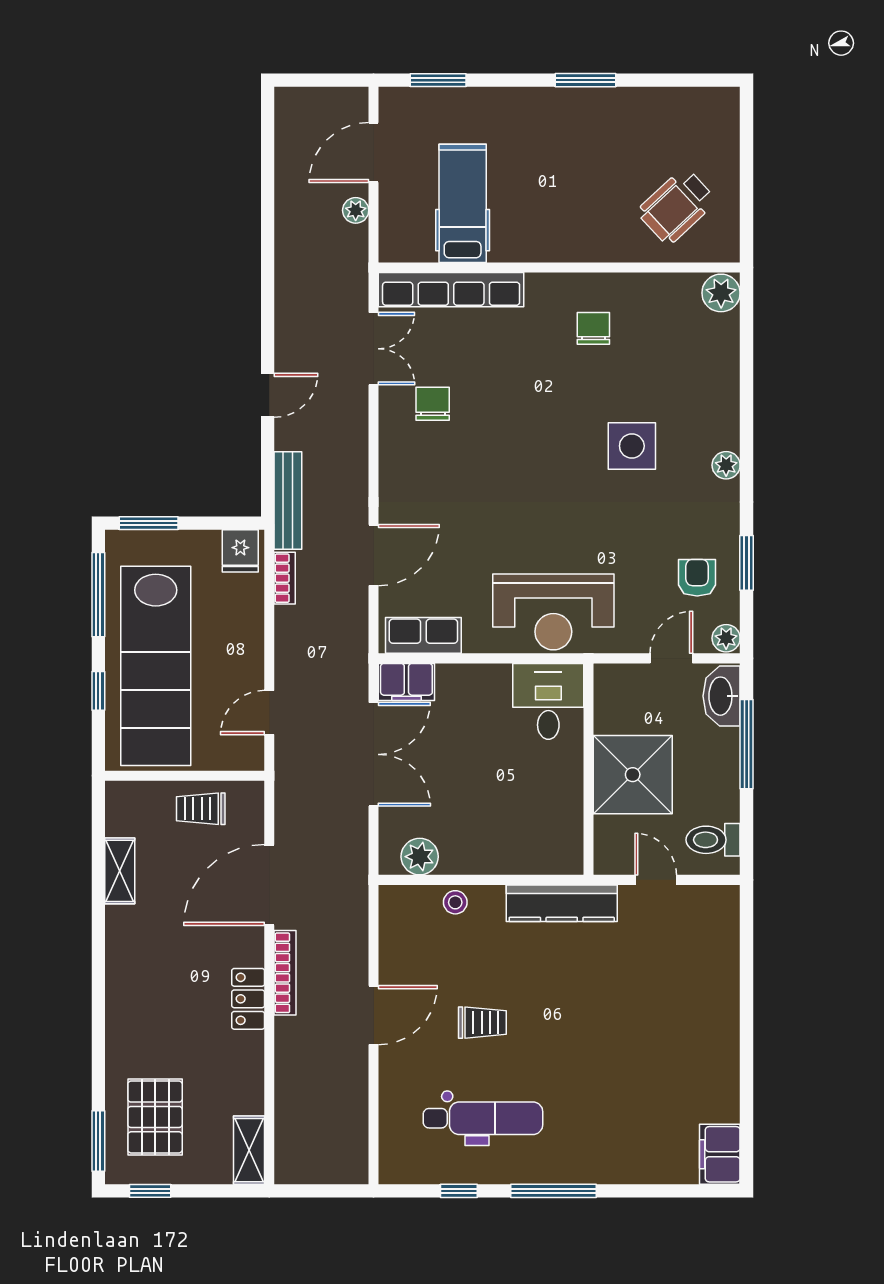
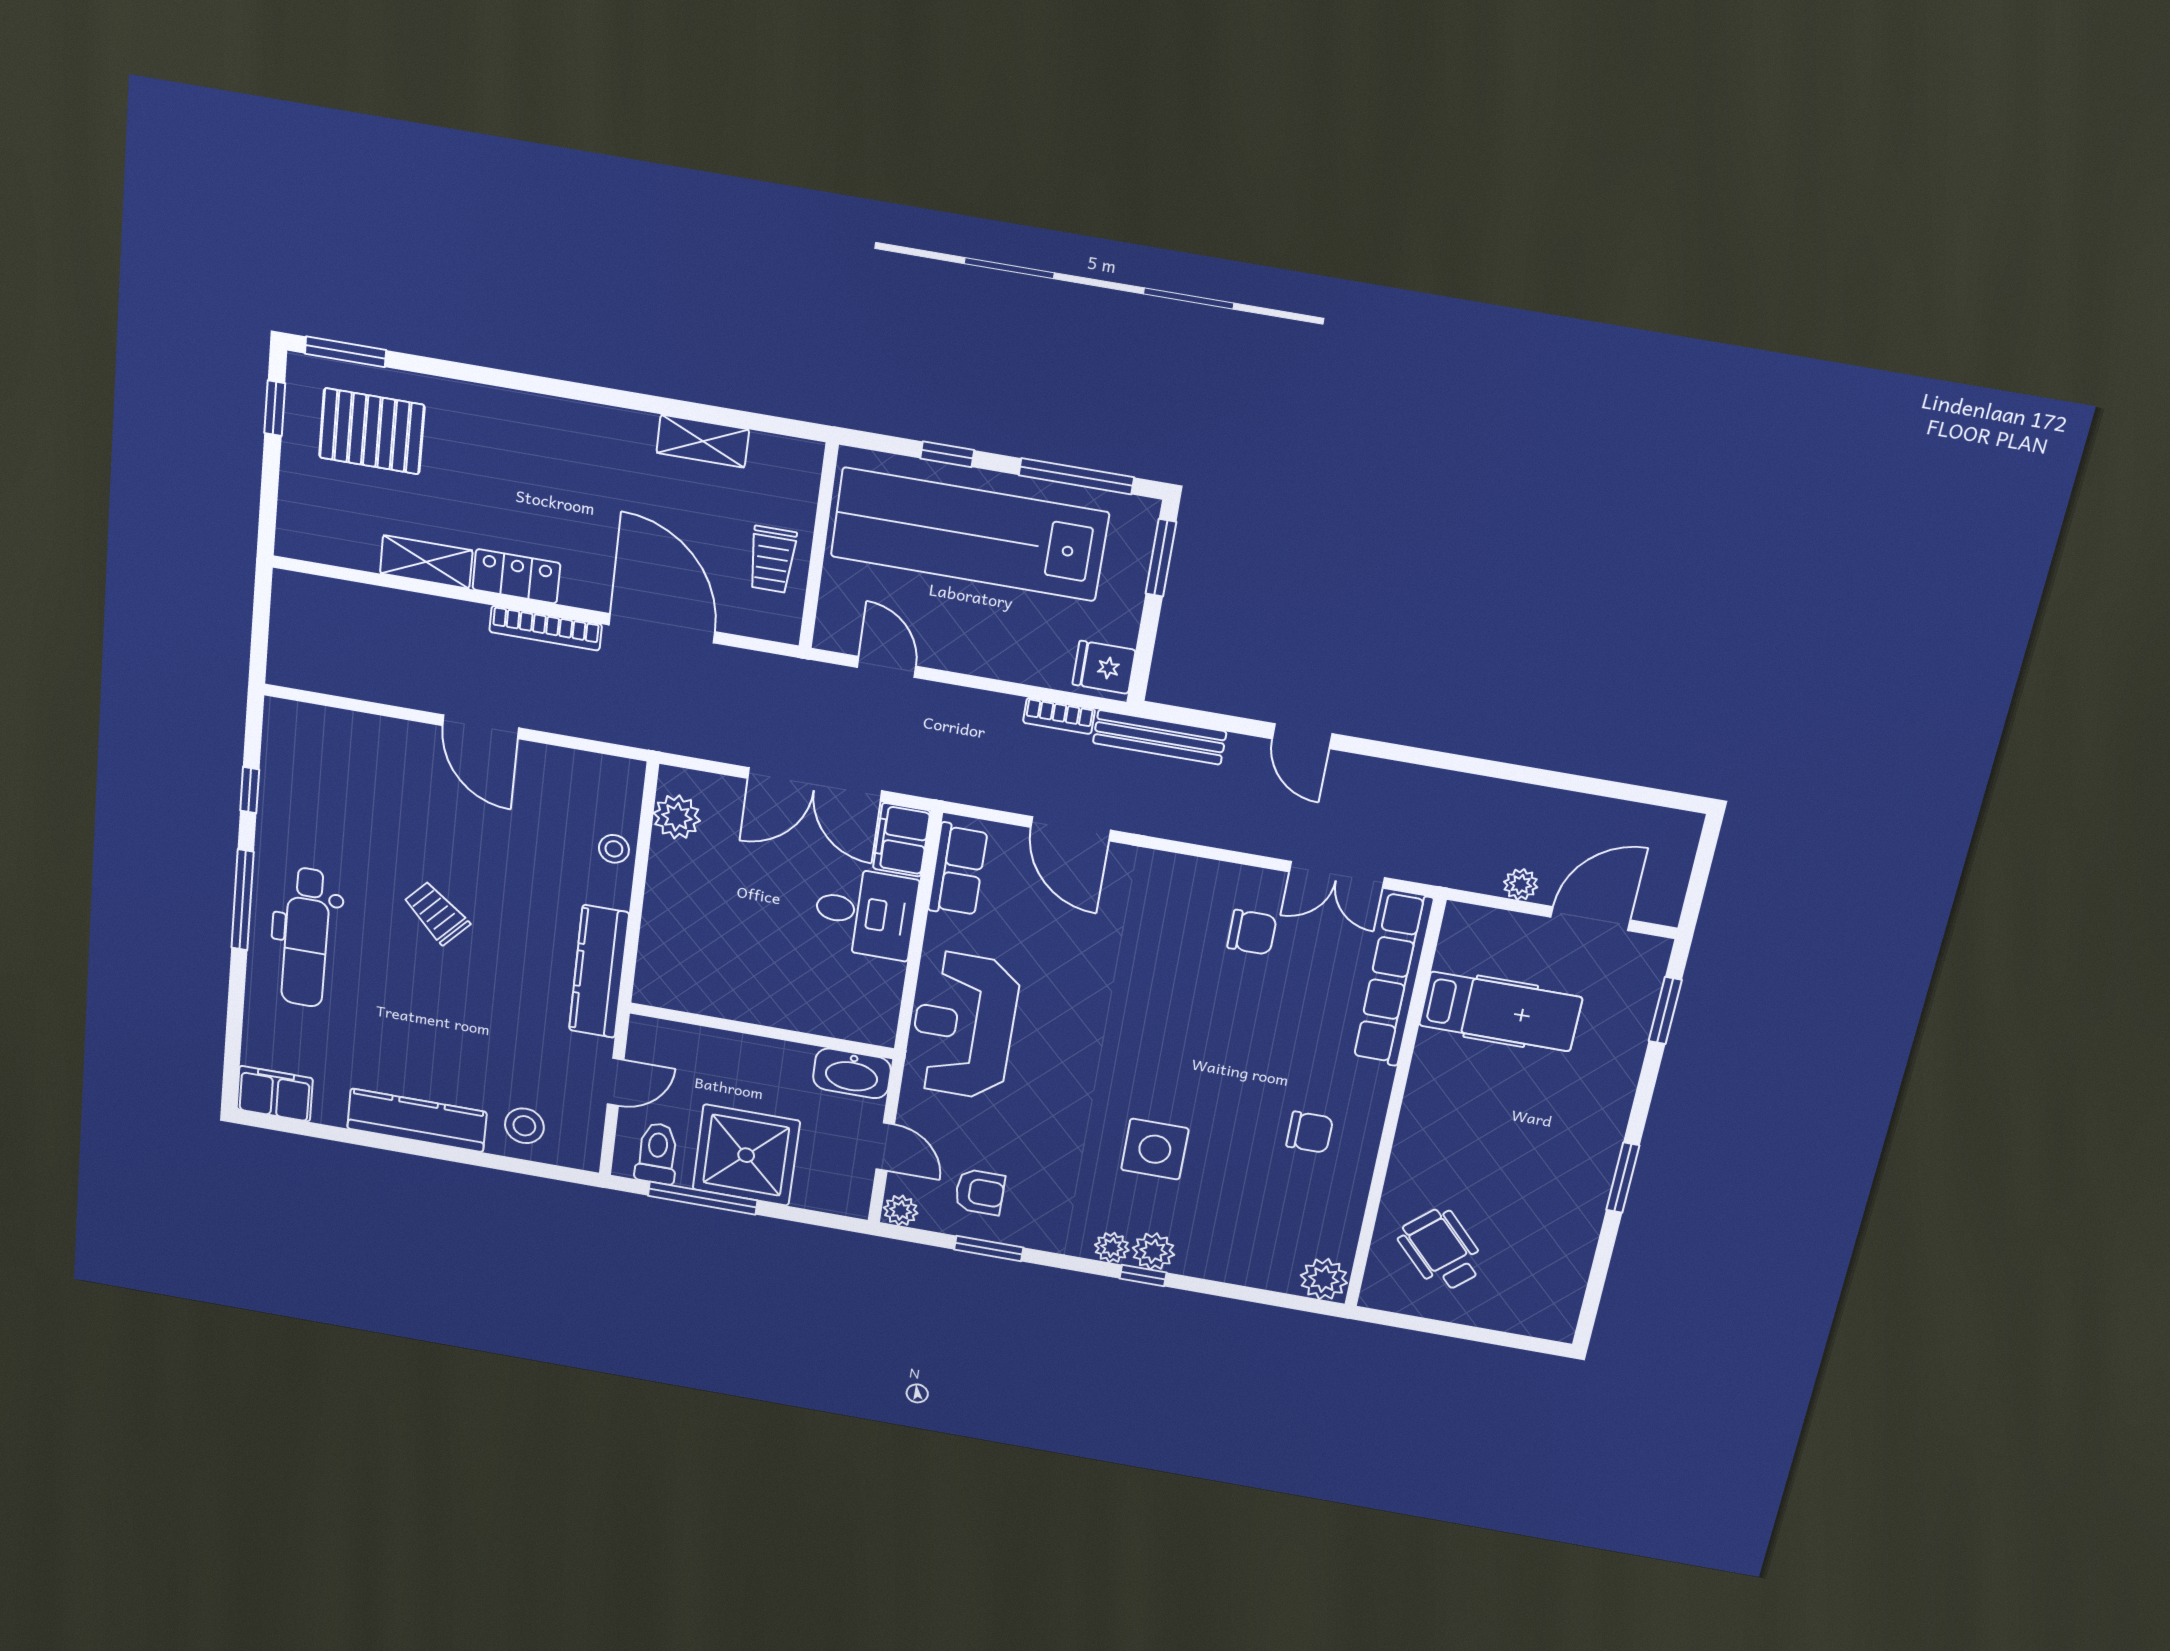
door: (374, 153) -> (1591, 919), hinge flipped
plant: (723, 432) -> (1153, 1251), added
window: (746, 436) -> (1143, 1276), added
washbasin: (722, 696) -> (852, 1073), moved, turned 180
desk: (548, 701) -> (865, 913), moved
window: (746, 744) -> (703, 1198), moved
shower: (633, 775) -> (746, 1155), moved
trolley: (201, 809) -> (772, 559), turned 180
stool: (709, 949) -> (524, 1126), added
trolley: (482, 1023) -> (437, 913), moved, turned 132
kitchen counter: (721, 1037) -> (417, 1120), added
dental chair: (483, 1118) -> (306, 937), moved
shelving: (249, 1150) -> (426, 562), moved

